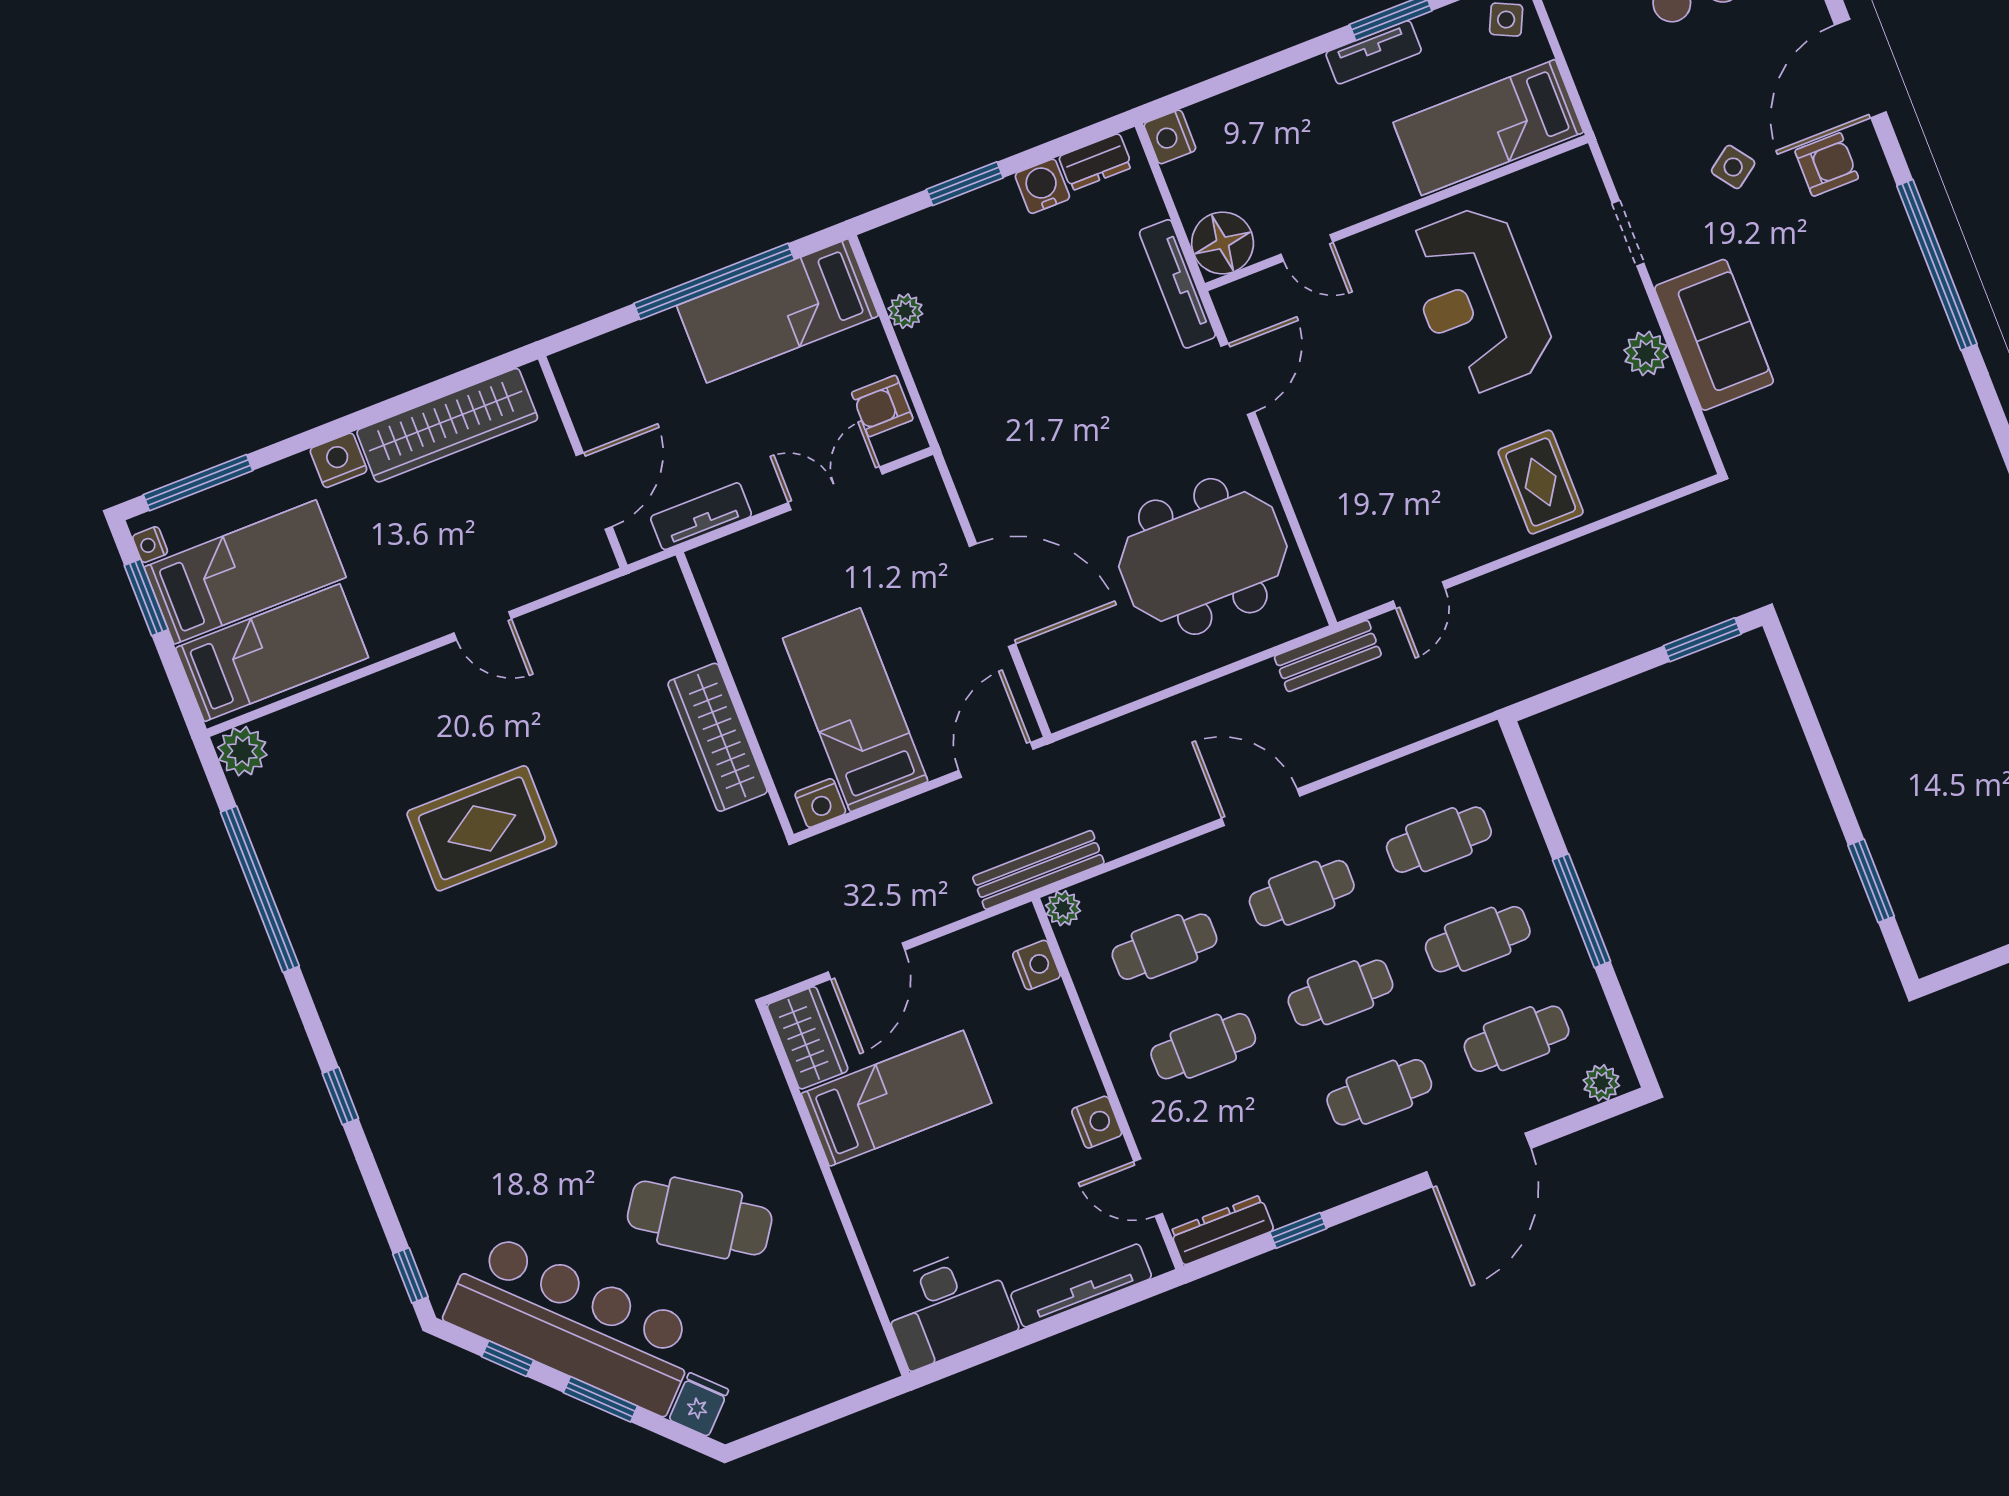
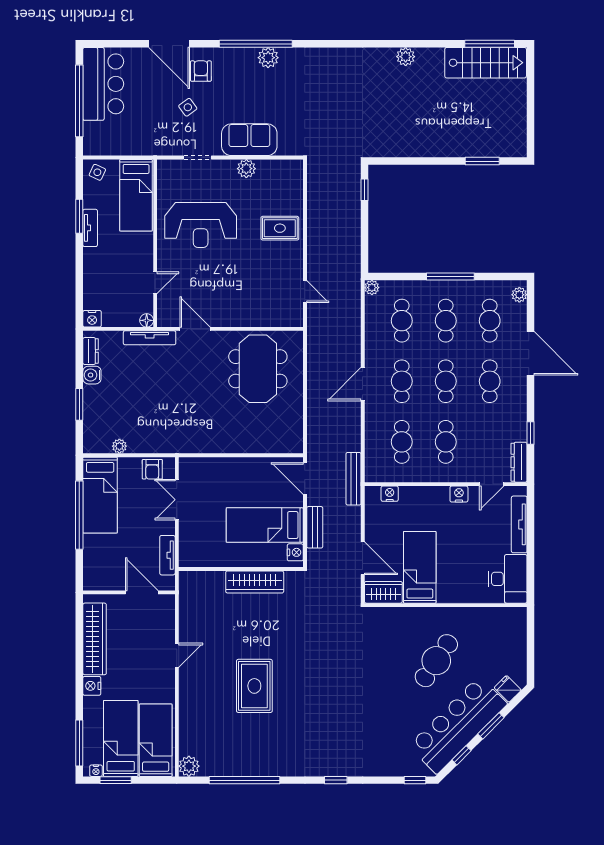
floor lamp: (1223, 243) -> (147, 320), width x0.53, depth x0.53
plant: (1916, 305) -> (268, 58), added
door: (992, 595) -> (241, 455), removed
window: (1702, 640) -> (365, 190), width x0.67
bench: (1328, 656) -> (315, 527), moved
plant: (1063, 908) -> (372, 288), moved

